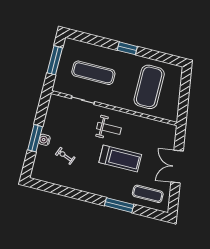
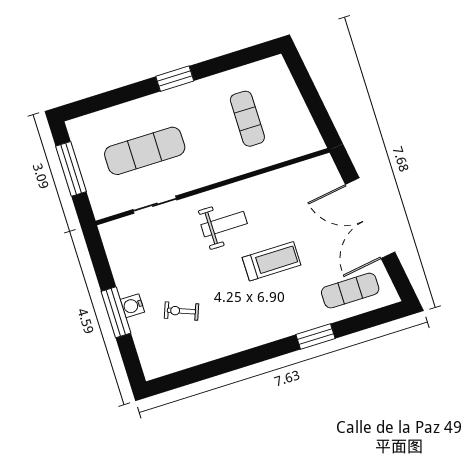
exercise mat: (149, 87) -> (247, 119), width x0.50, depth x0.69
treadmill: (120, 159) -> (272, 261), width x0.73, depth x0.73
double door: (177, 167) -> (370, 218), width x1.36
window: (119, 205) -> (315, 337), width x0.69

